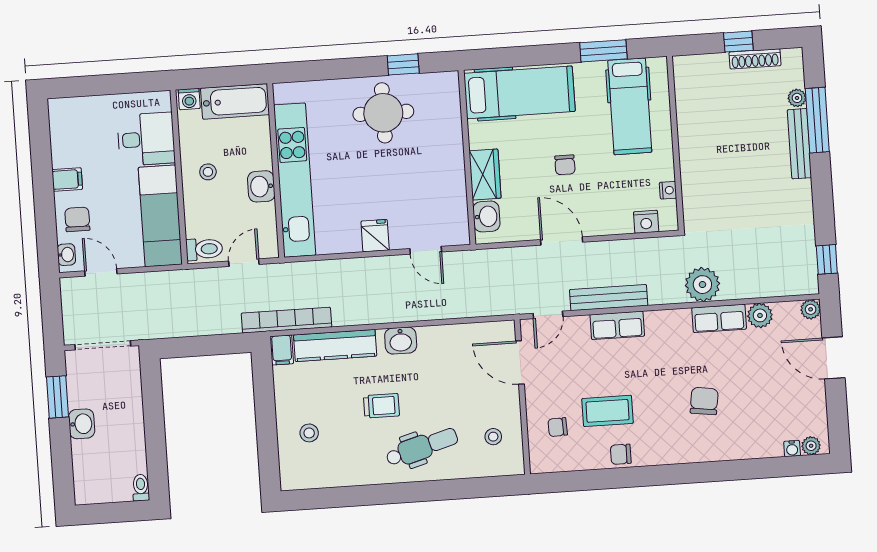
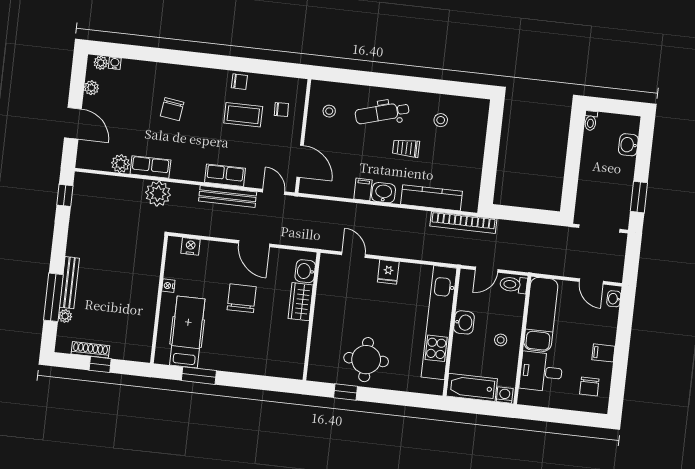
hospital bed: (519, 92) -> (265, 357), removed
chair: (565, 165) -> (242, 298), width x1.87, depth x1.87
nightstand: (668, 190) -> (168, 286), moved
chair: (77, 219) -> (589, 387), moved
plant: (811, 309) -> (91, 88), moved
door: (548, 315) -> (274, 192), hinge flipped
filing cabinet: (282, 350) -> (363, 189), moved
washbasin: (82, 424) -> (628, 145), moved
stool: (309, 433) -> (441, 120), moved

